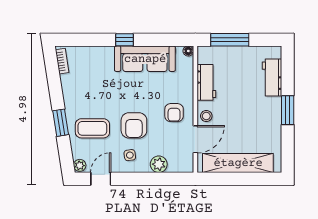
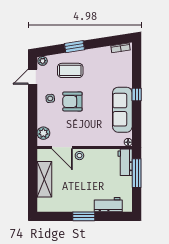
workbench: (206, 82) -> (125, 162), moved, turned 90
armchair: (174, 113) -> (82, 131), removed
coffee table: (92, 128) -> (70, 70), turned 90
shelving: (238, 163) -> (44, 179), width x0.68
plant: (159, 164) -> (43, 133), moved
door: (101, 179) -> (33, 77), swing flipped

